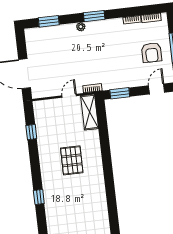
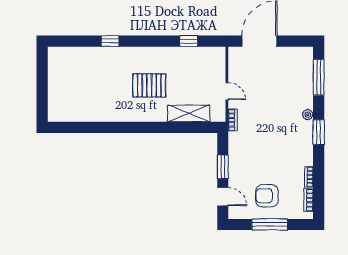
window: (49, 21) -> (319, 77), width x1.44
window: (120, 93) -> (223, 167), moved
shelving: (90, 112) -> (189, 113), moved

